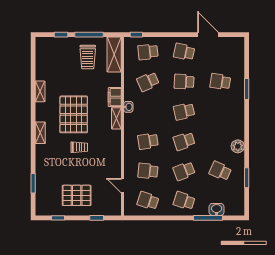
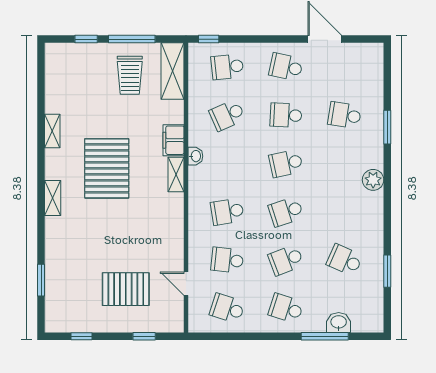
plant: (238, 146) -> (373, 180), moved
trolley: (79, 147) -> (116, 222), removed
pallet: (77, 195) -> (126, 289), moved

